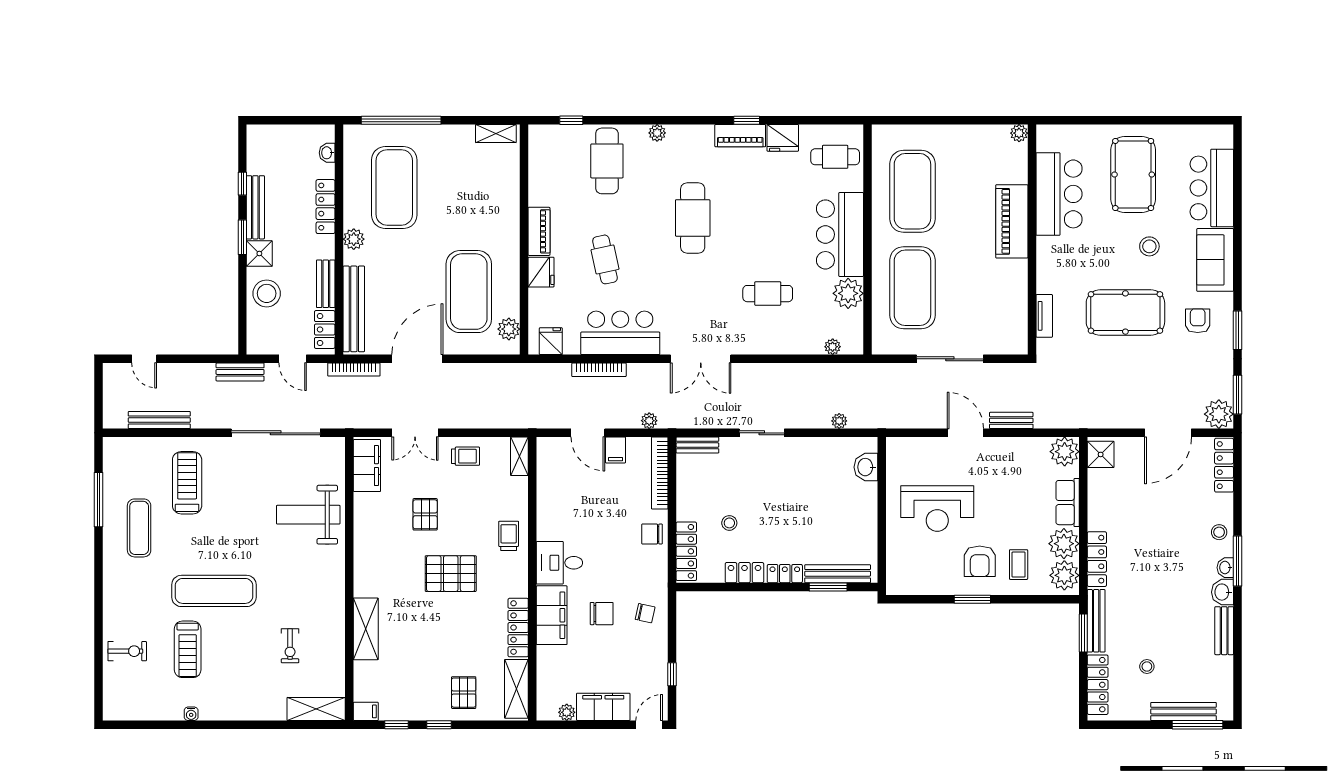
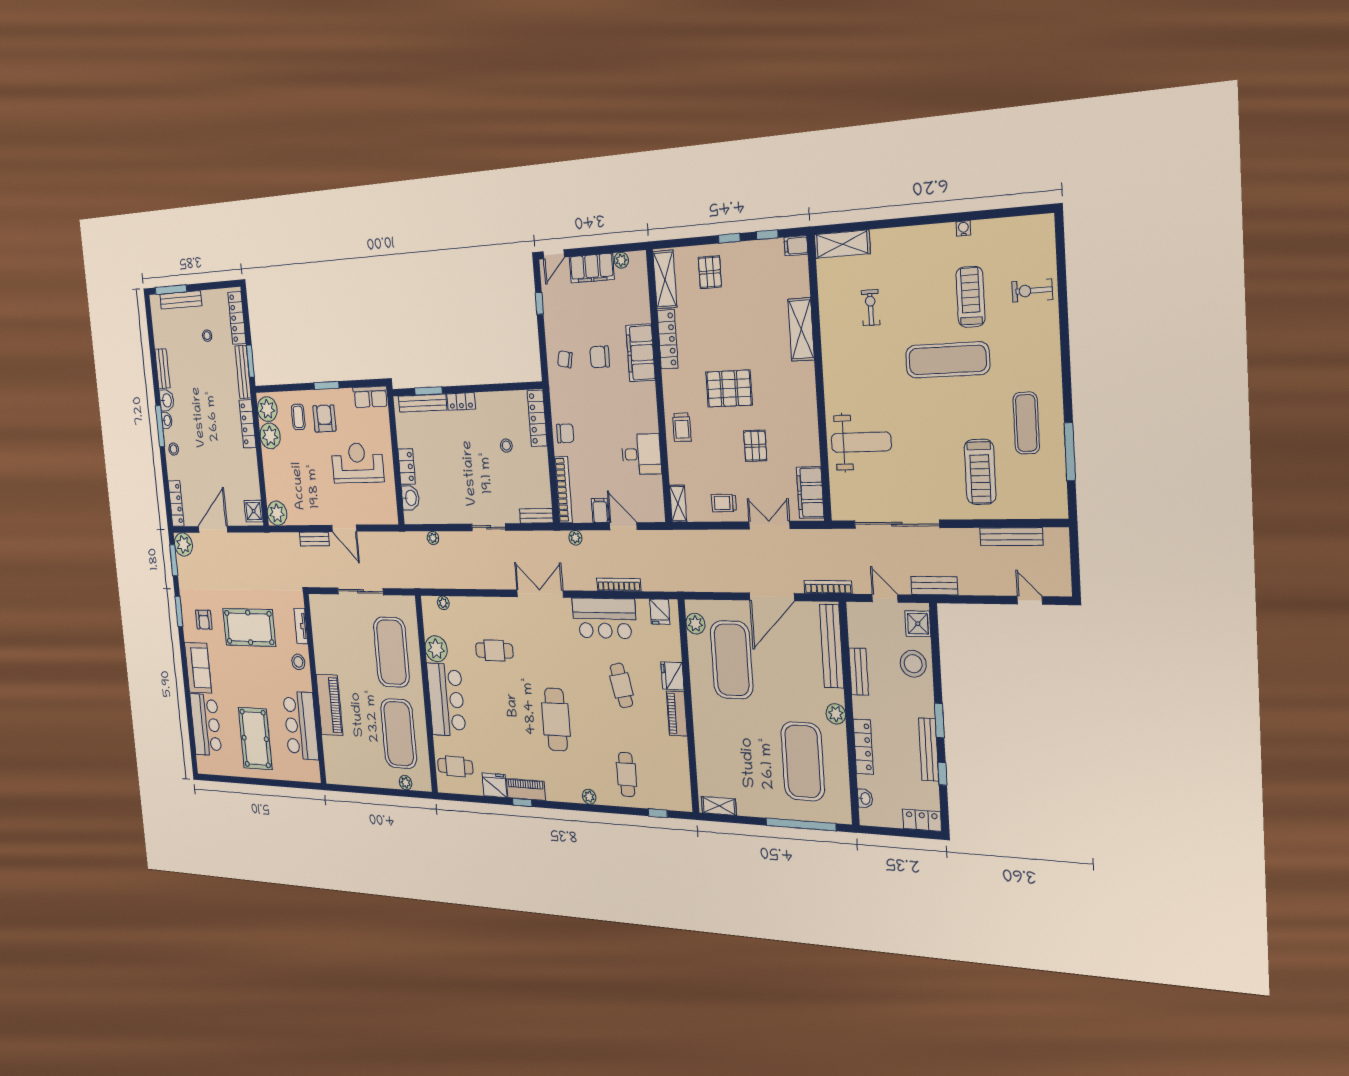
plant: (1019, 133) -> (406, 783), moved
cafe table: (607, 161) -> (627, 774), width x0.73, depth x0.74
stool: (1149, 246) -> (298, 662), moved
shower: (259, 254) -> (918, 624), moved
locker: (325, 330) -> (922, 820), moved, turned -90
row of seats: (1068, 503) -> (370, 397), moved, turned 90
desk: (559, 563) -> (641, 454), moved
locker: (744, 573) -> (407, 467), moved, turned -90

